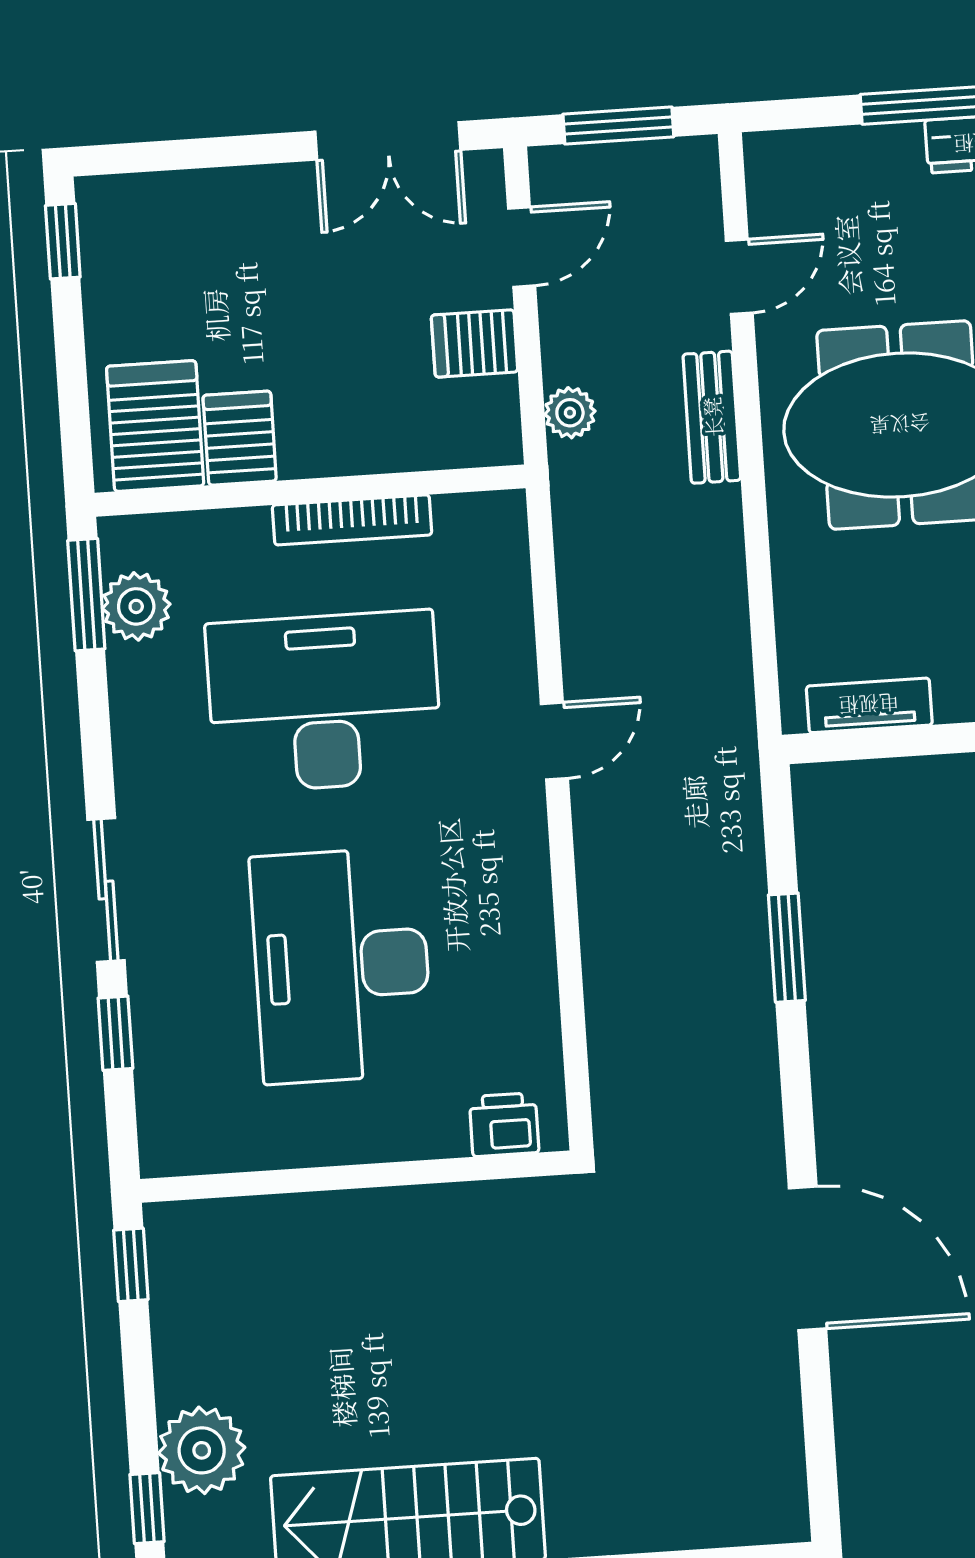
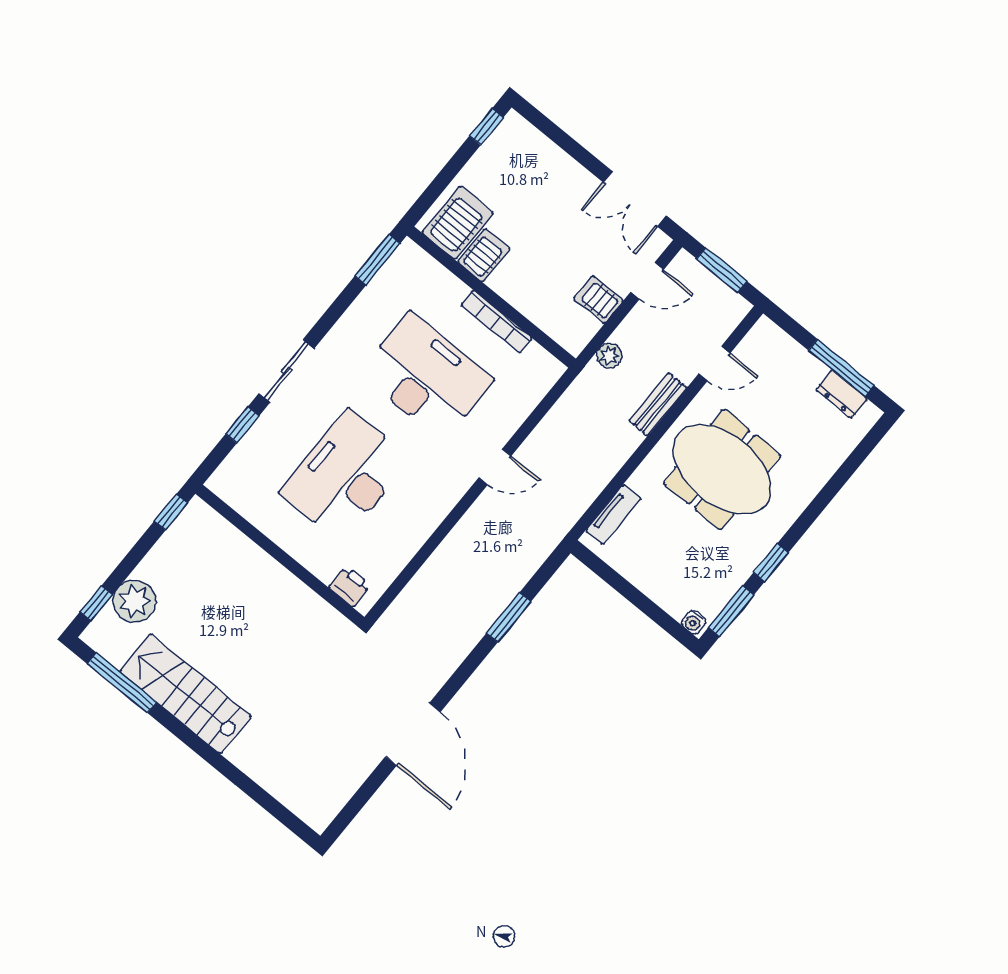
plant: (136, 606) -> (391, 280), removed
tv unit: (869, 705) -> (613, 515), moved, turned 90

